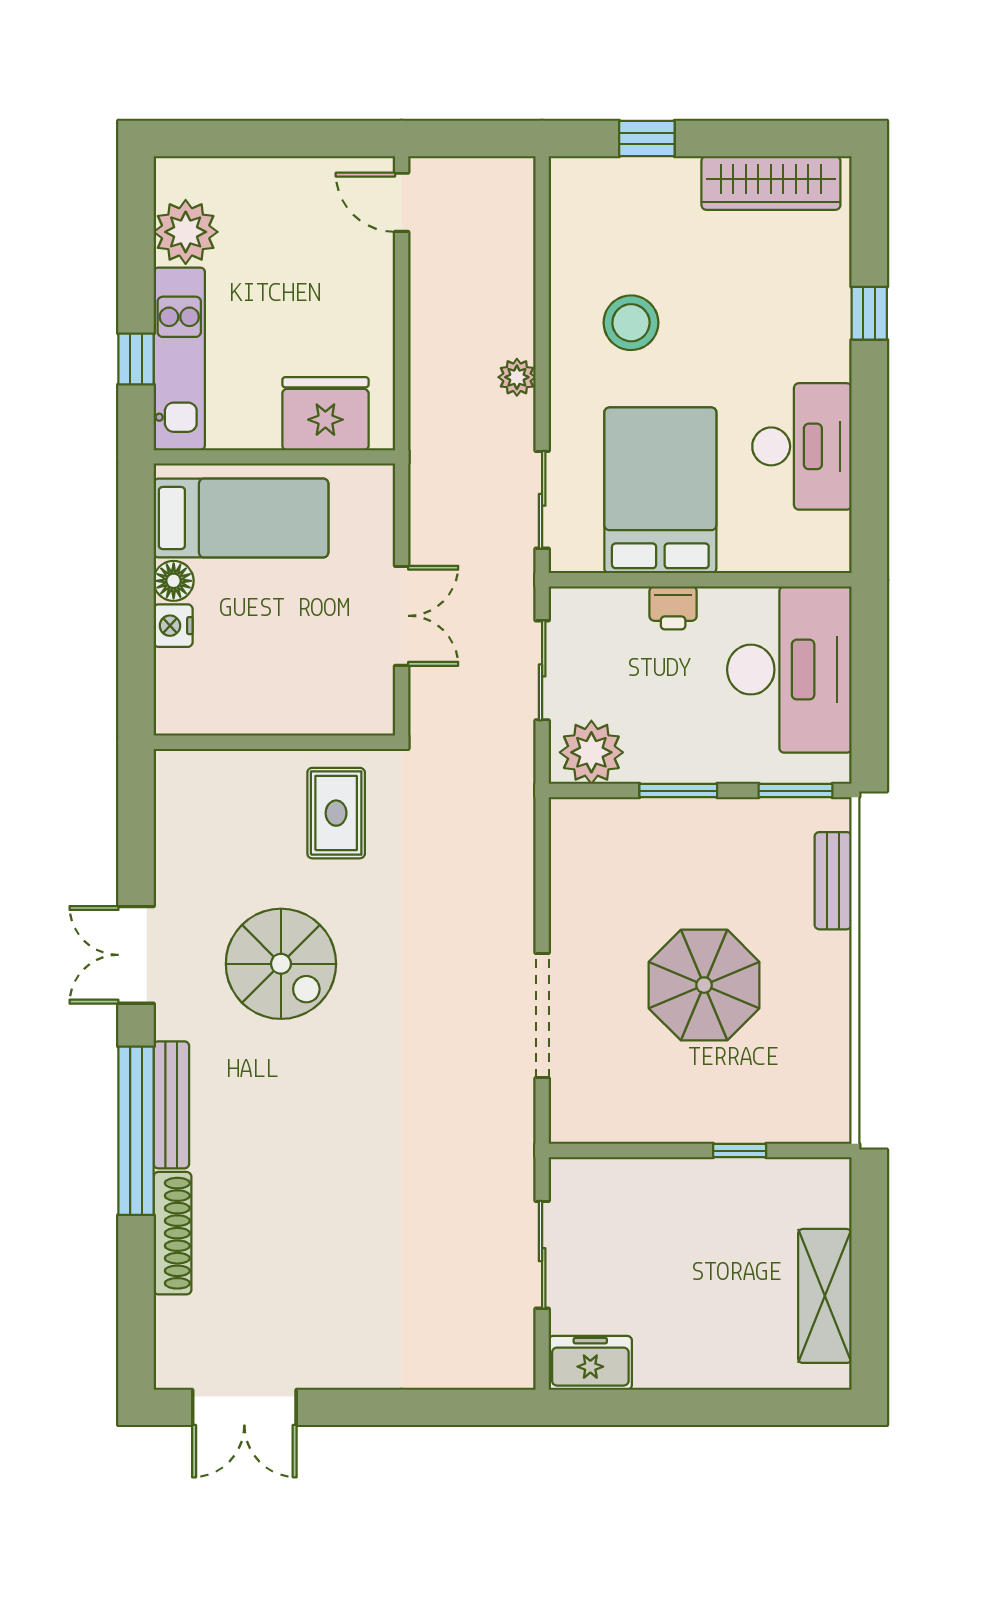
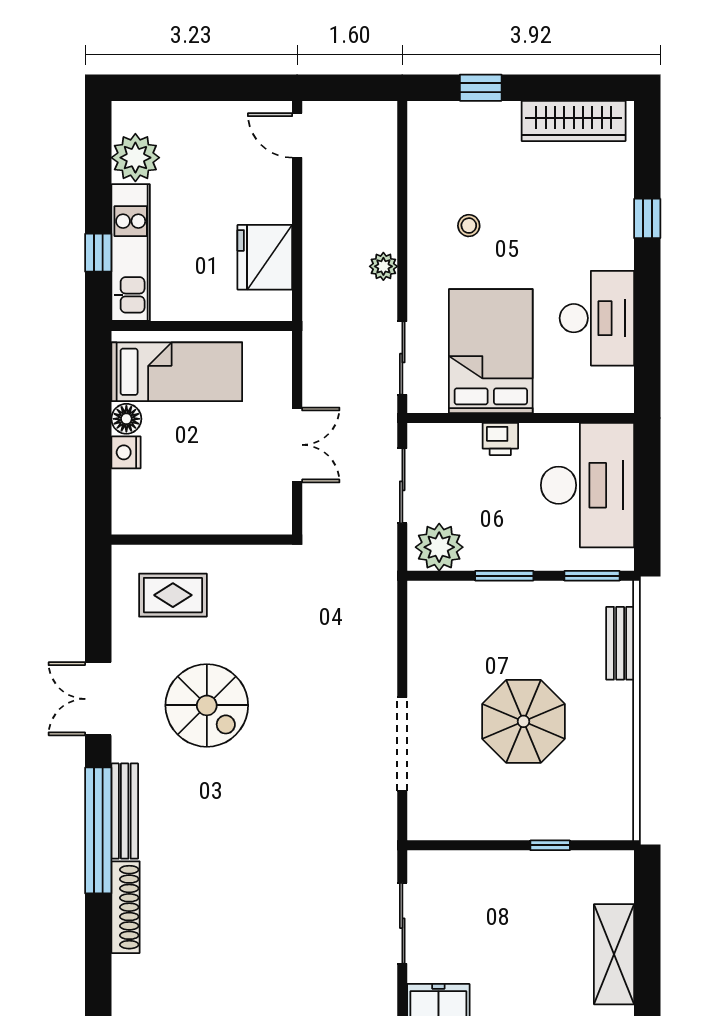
stool: (631, 323) -> (469, 226), width x0.53, depth x0.53
fridge: (325, 414) -> (265, 257), moved, turned -90
rug: (336, 813) -> (173, 595), moved, turned 90

